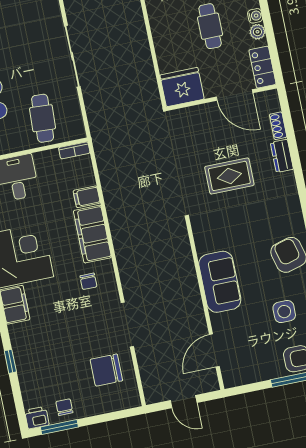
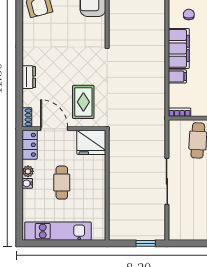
shoe rack: (278, 126) -> (27, 117), moved
rug: (229, 176) -> (83, 102), moved, turned 90

